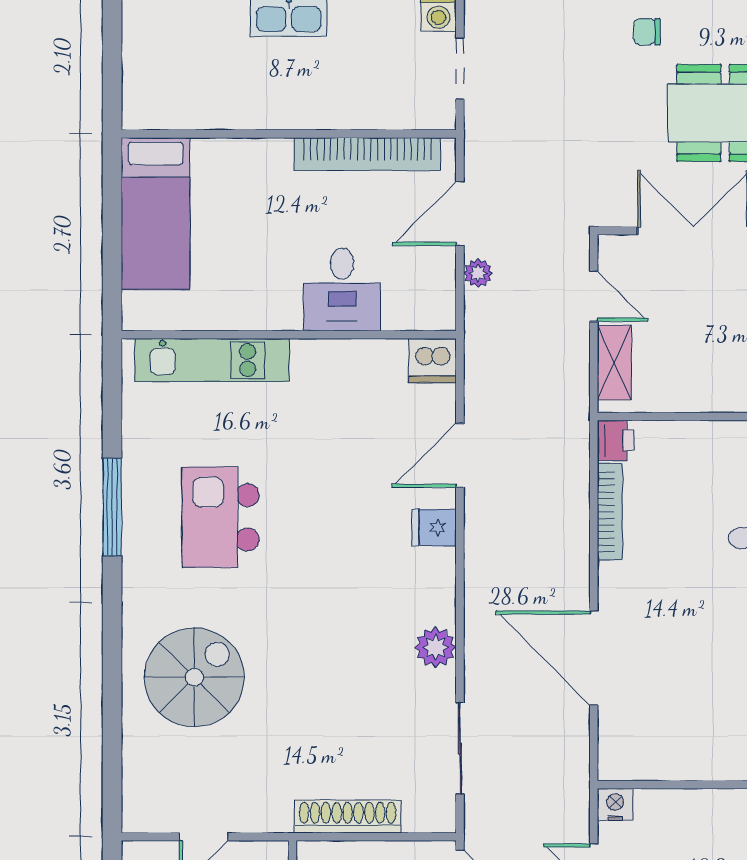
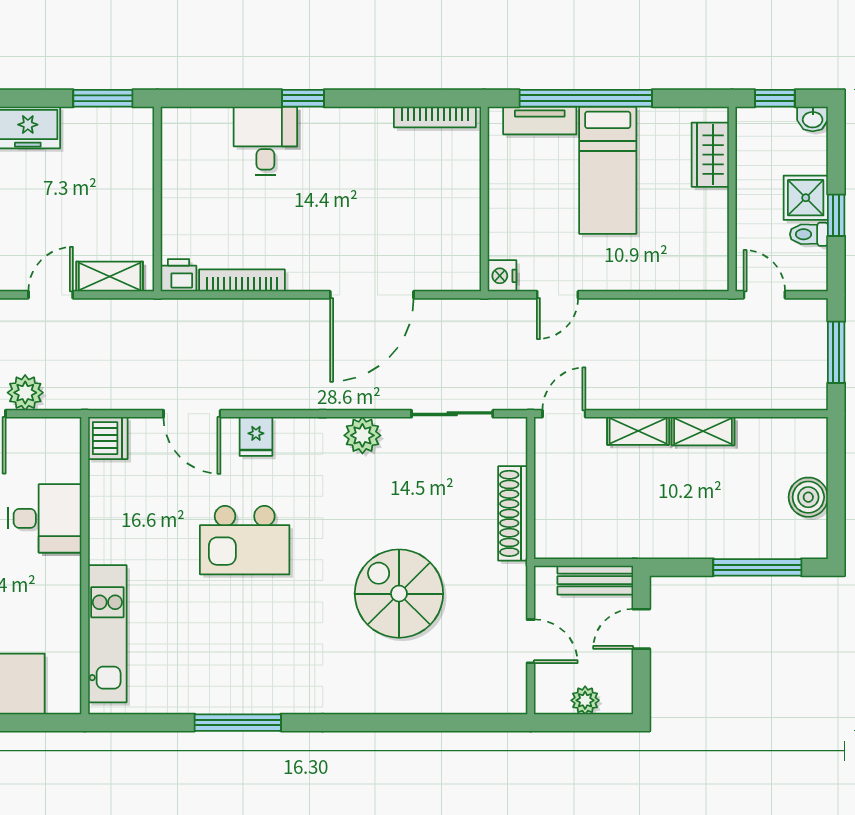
plant: (478, 273) -> (25, 393), width x1.38, depth x1.38
kitchen island: (221, 517) -> (245, 540), moved
spiral stairs: (194, 677) -> (399, 594), moved

